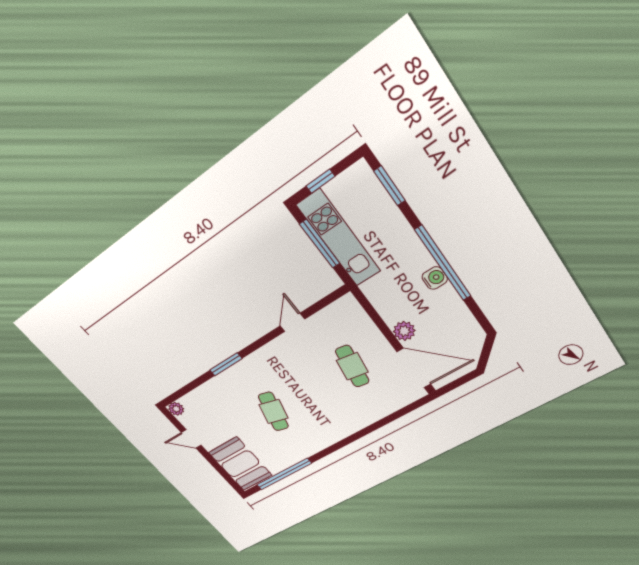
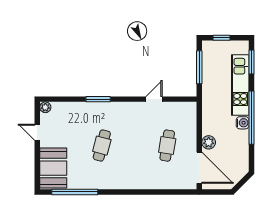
kitchen unit: (339, 238) -> (240, 85), moved, turned 180

